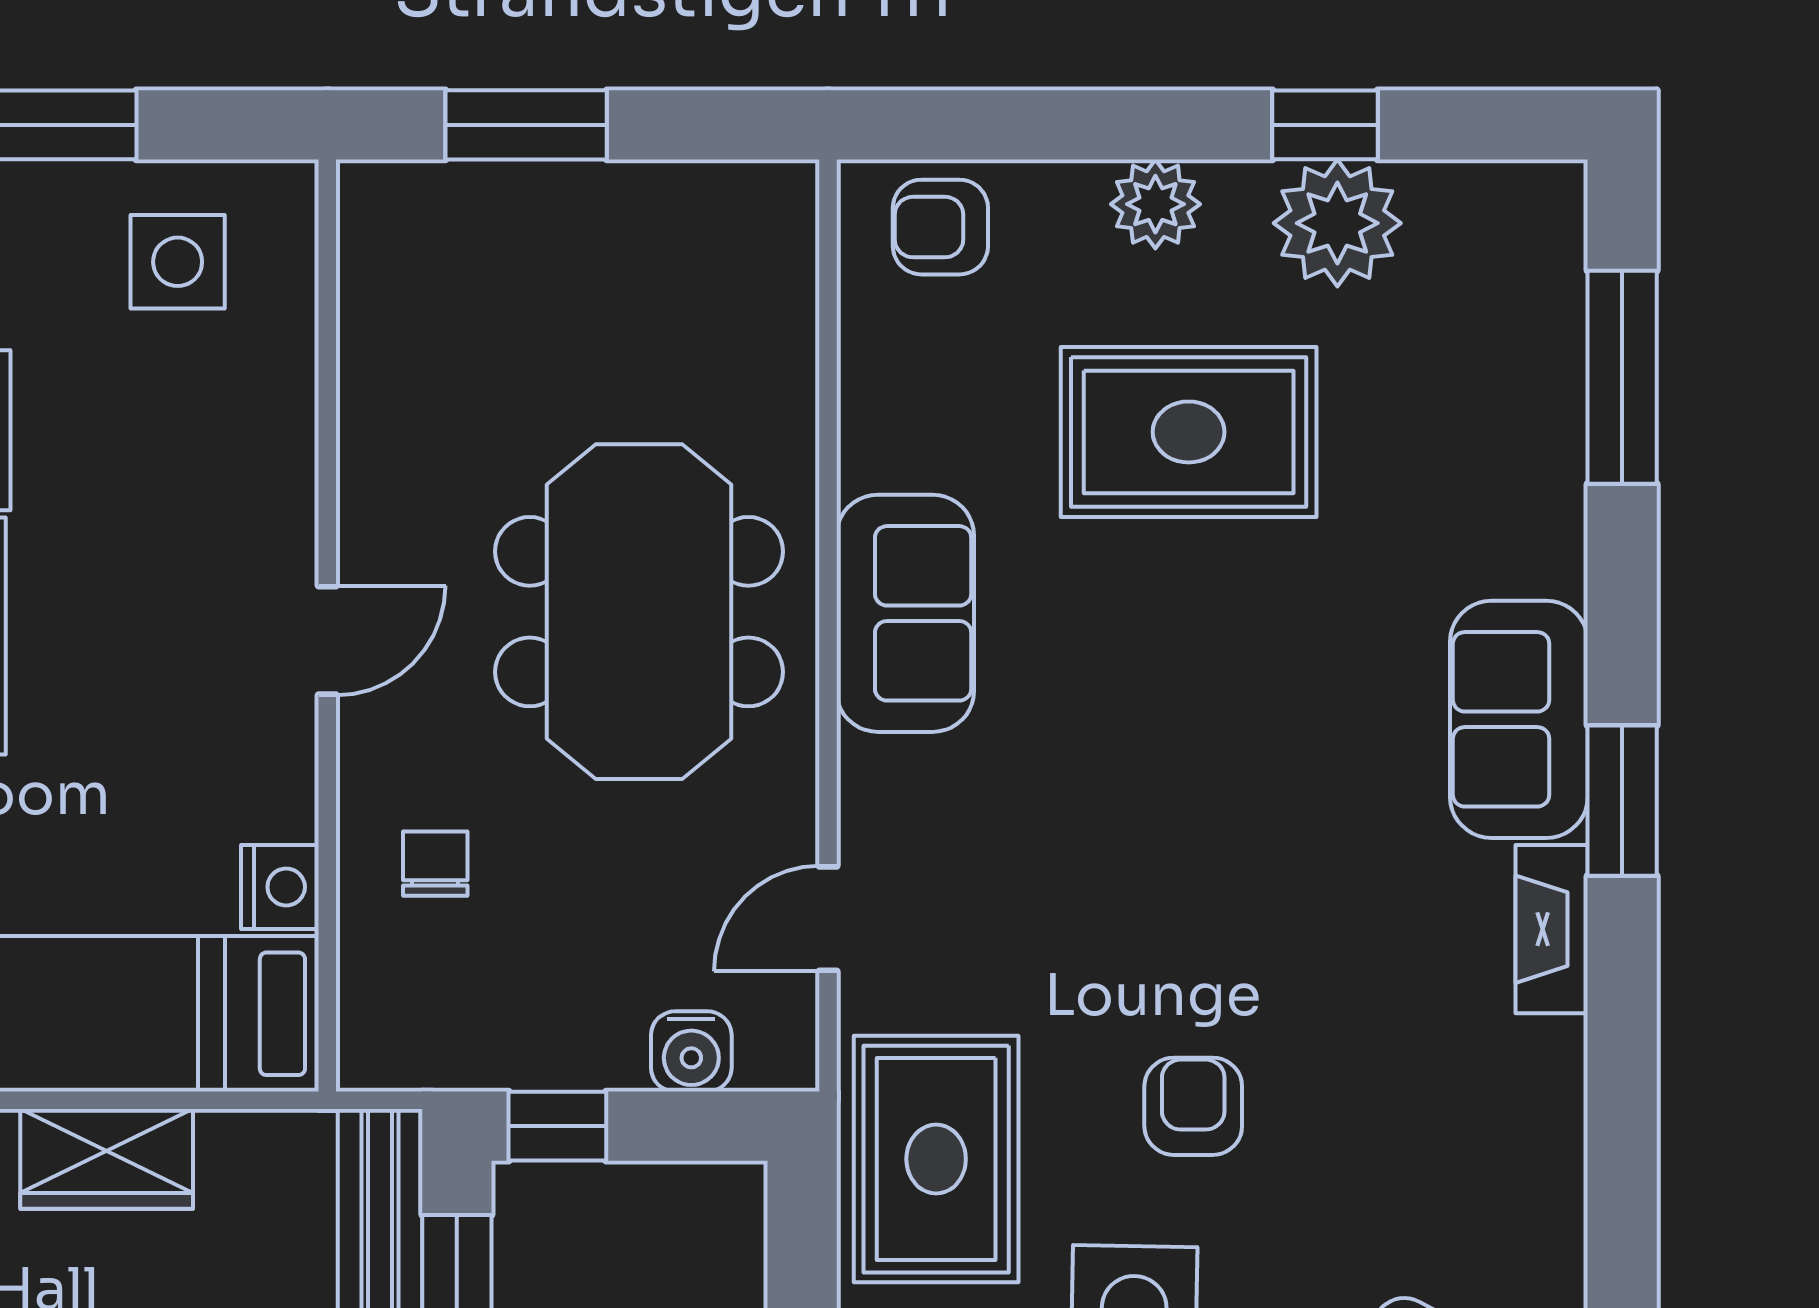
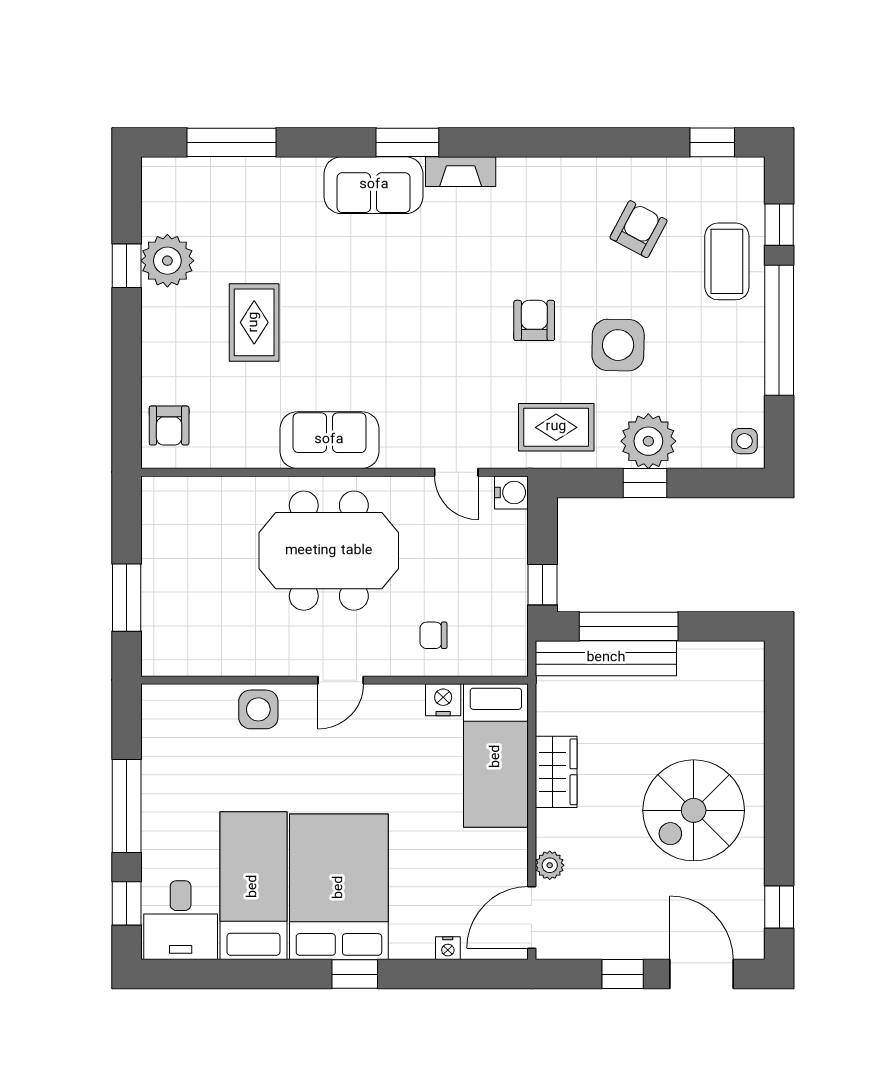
plant: (1155, 204) -> (160, 336), removed
side table: (178, 262) -> (258, 709), moved
rug: (1189, 432) -> (254, 322), width x0.73, depth x0.70
door: (327, 640) -> (341, 680), swing flipped
water cooler: (691, 1051) -> (511, 492), moved
armchair: (1193, 1106) -> (534, 320), turned 90
rug: (936, 1159) -> (556, 427), width x0.73, depth x0.70

